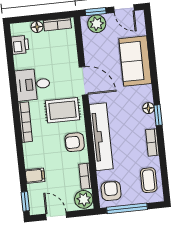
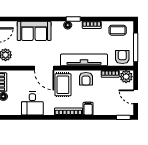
printer: (20, 45) -> (15, 109), removed
door: (84, 81) -> (44, 68), swing flipped
desk: (33, 84) -> (32, 103), moved
filing cabinet: (35, 176) -> (88, 109), moved
armchair: (111, 191) -> (122, 57), turned 90
door: (56, 216) -> (136, 97), hinge flipped

